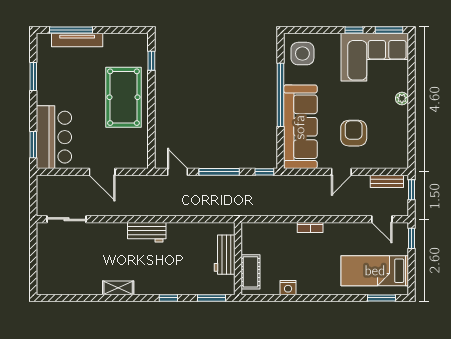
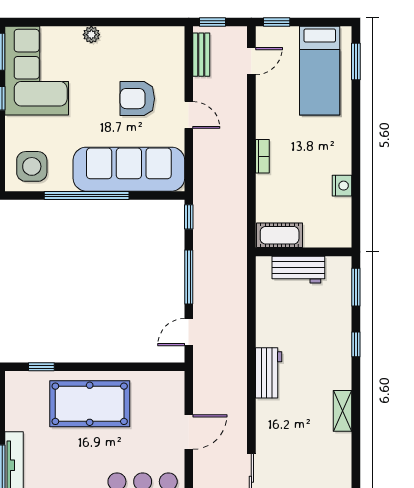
cot: (251, 272) -> (280, 235), moved

